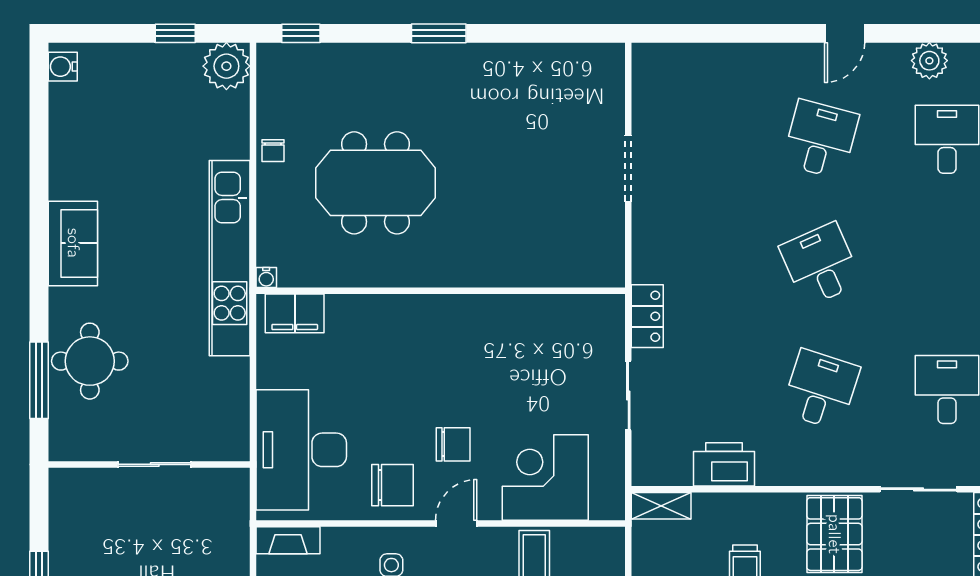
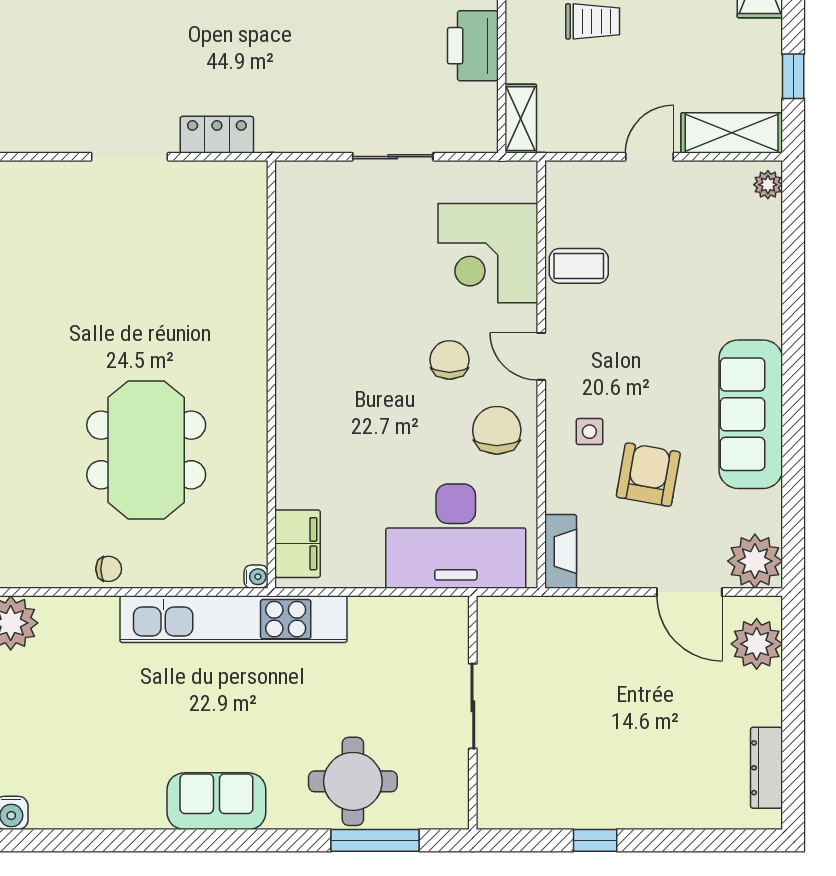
locker: (647, 316) -> (217, 135), moved

